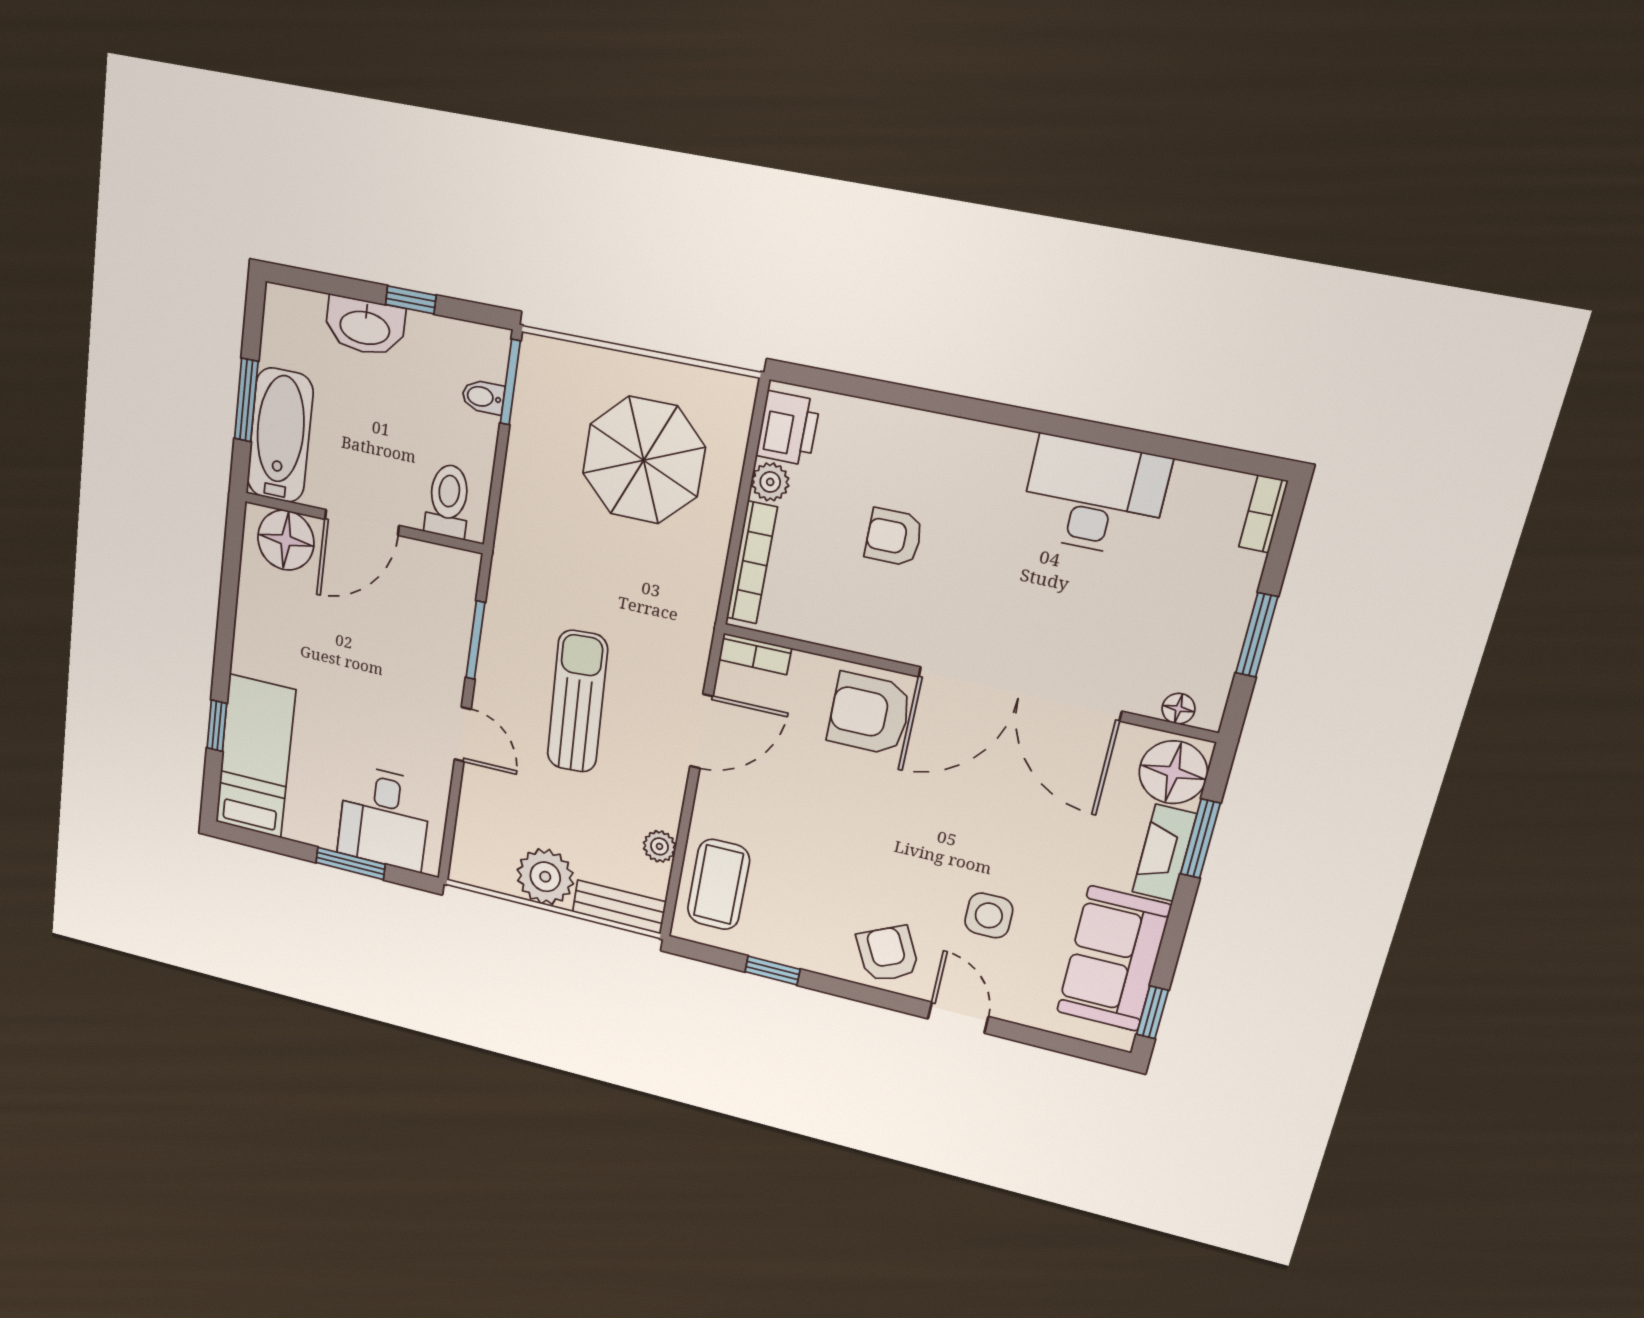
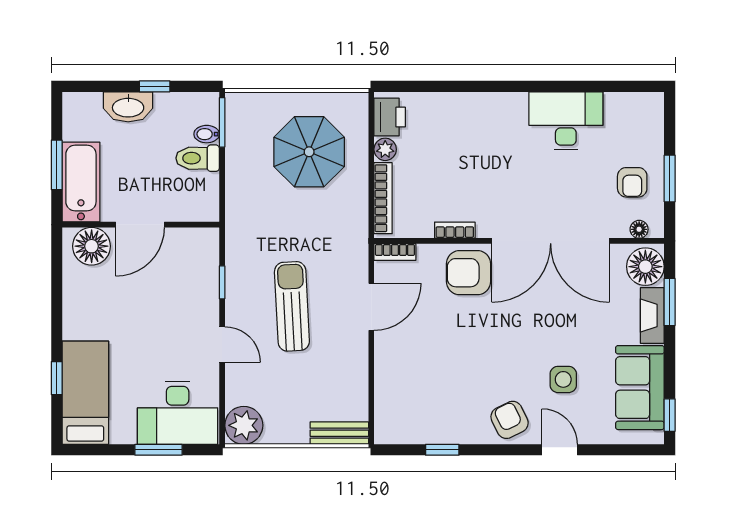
toilet: (448, 501) -> (198, 158), moved, turned -90
bookcase: (1263, 514) -> (455, 230), moved, turned 90
armchair: (894, 537) -> (632, 182), moved, turned -90
window: (475, 640) -> (222, 282), width x0.67
desk: (384, 818) -> (178, 413), width x1.37
plant: (659, 846) -> (358, 387), removed
plant: (545, 877) -> (244, 425), moved
coffee table: (719, 885) -> (399, 402), removed

